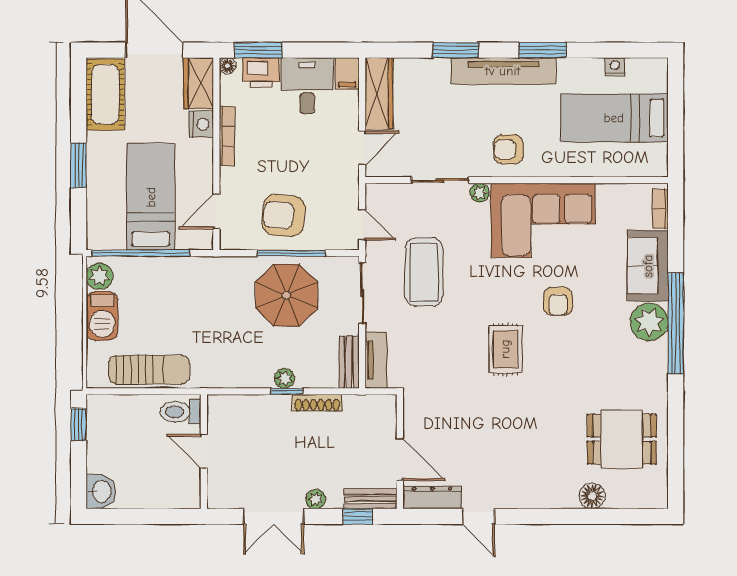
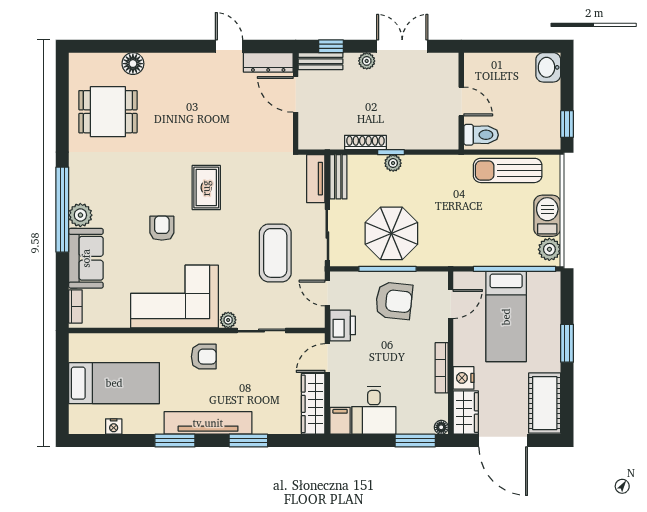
printer: (261, 73) -> (343, 325), moved, turned 90
plant: (649, 322) -> (80, 215), width x0.73, depth x0.73

